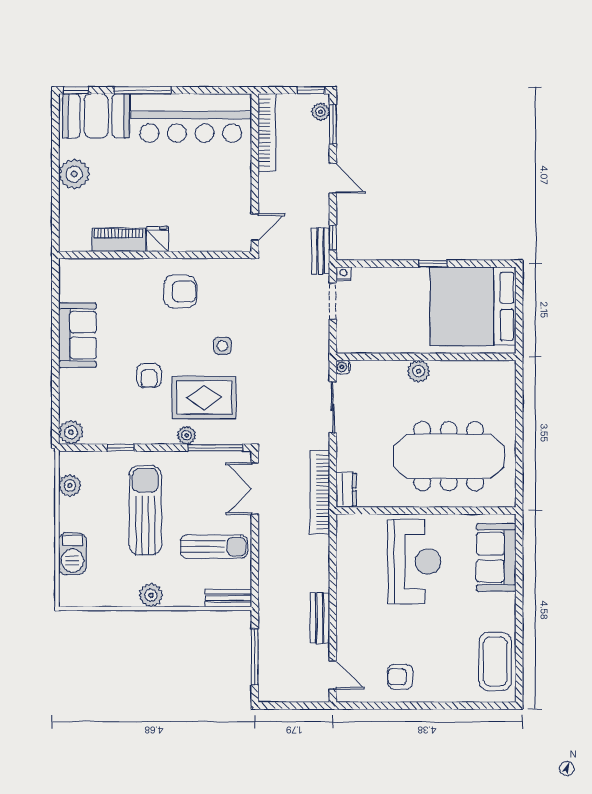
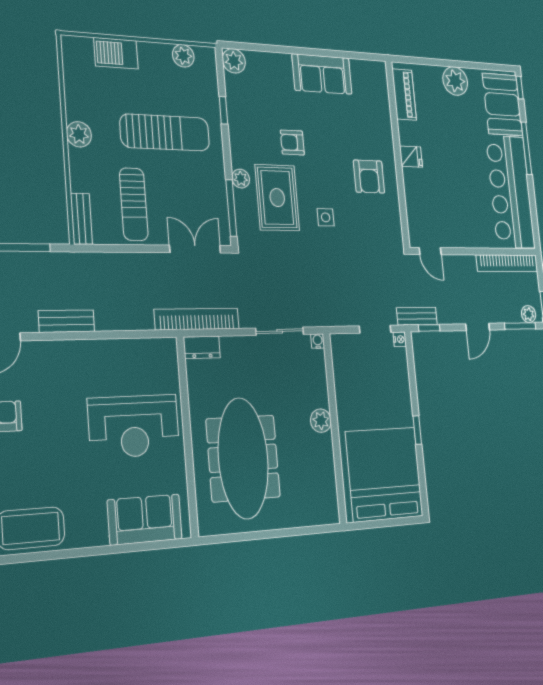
piano: (119, 240) -> (404, 94), moved

